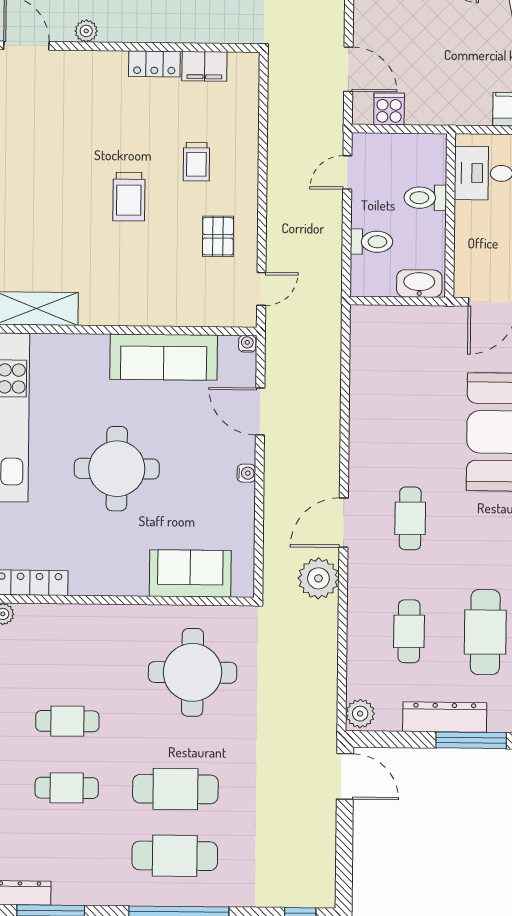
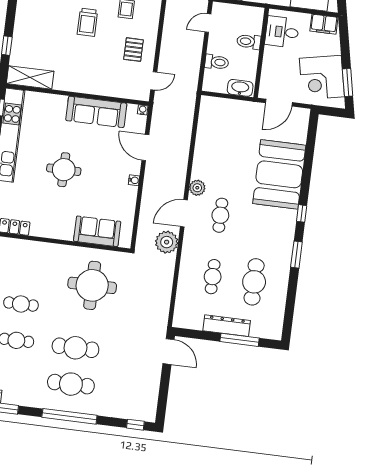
round table: (117, 469) -> (64, 170), width x0.73, depth x0.73
plant: (360, 714) -> (197, 188), moved

